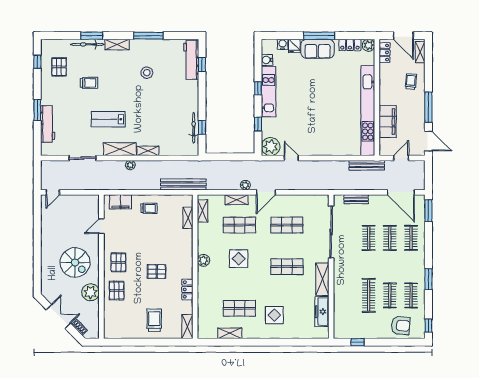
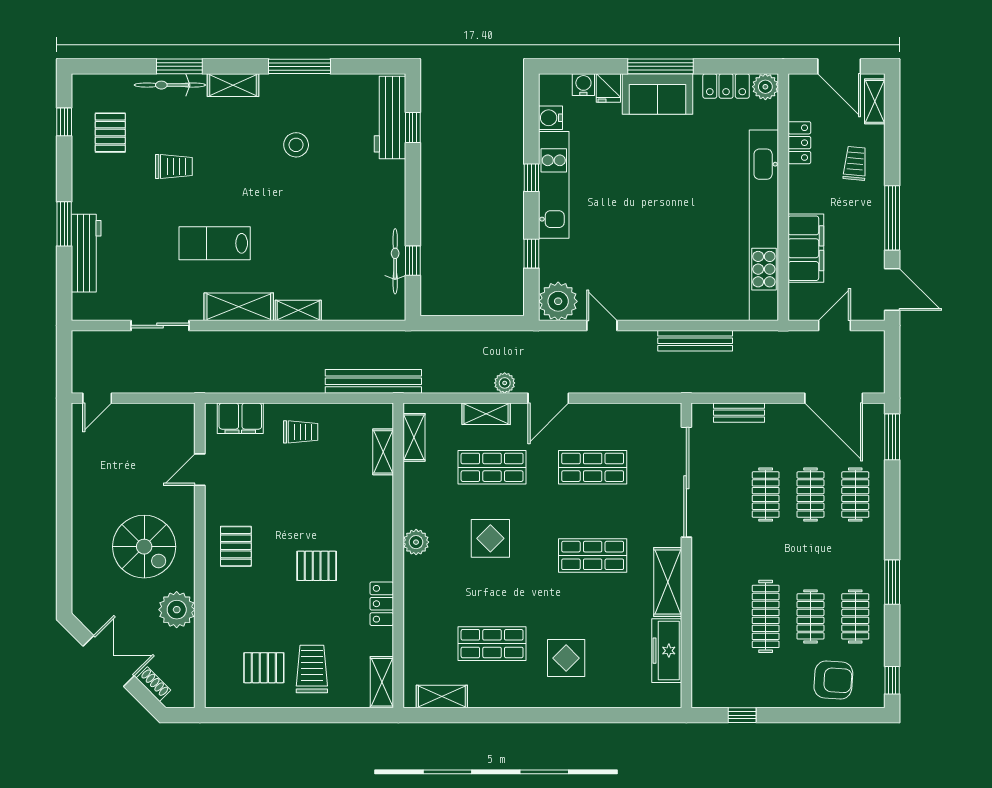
locker: (385, 53) -> (799, 143), moved
plant: (130, 165) -> (261, 340), removed
bench: (367, 165) -> (695, 341), moved
pallet: (117, 291) -> (264, 668), moved, turned 90
shelving: (230, 333) -> (442, 696), moved

